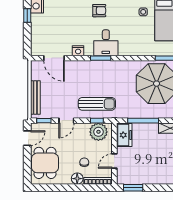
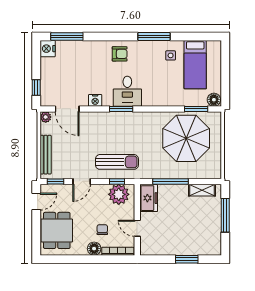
window: (27, 16) -> (36, 88), moved
plant: (35, 65) -> (46, 117), added
door: (114, 161) -> (137, 228), hinge flipped
window: (133, 188) -> (187, 259), moved

